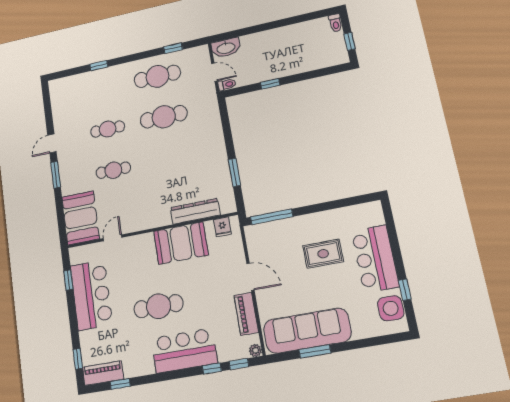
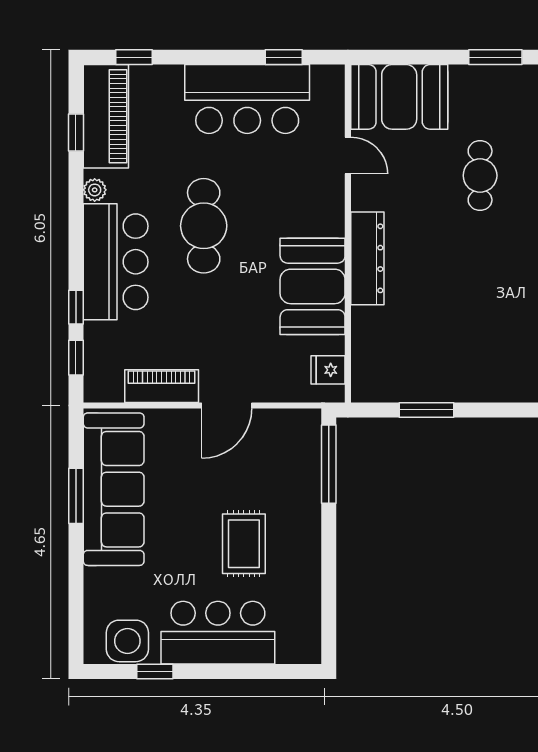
dresser: (195, 211) -> (367, 258), moved
plant: (255, 350) -> (95, 190), moved
piano: (103, 373) -> (106, 116), width x1.37, depth x1.33

